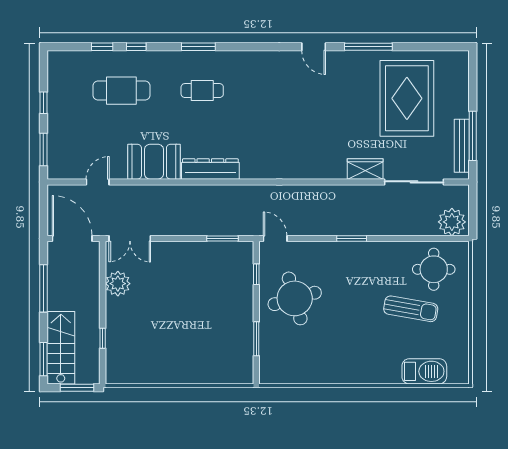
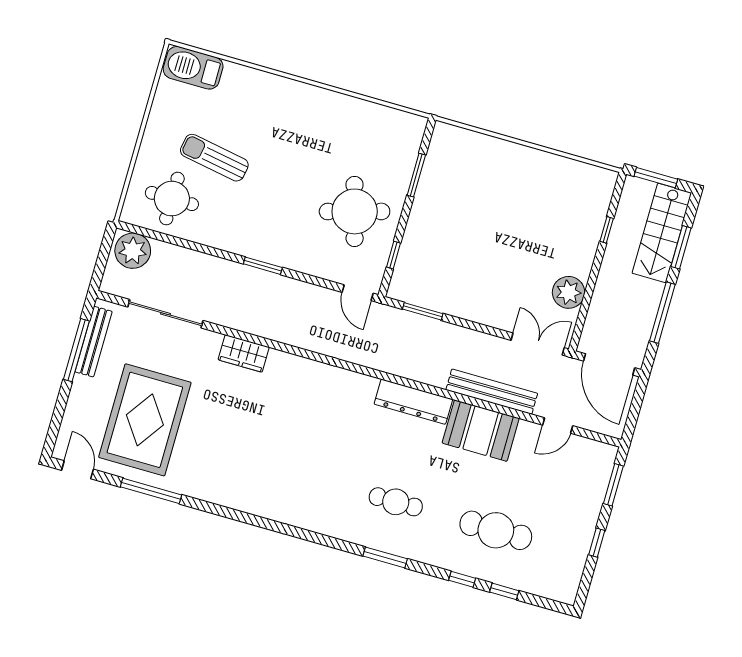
door: (314, 47) -> (77, 470), moved
window: (368, 47) -> (151, 491), moved
wardrobe: (365, 169) -> (244, 353), moved
bench: (154, 193) -> (492, 392), added
window: (43, 359) -> (681, 247), moved
barbecue: (424, 371) -> (193, 68), moved

